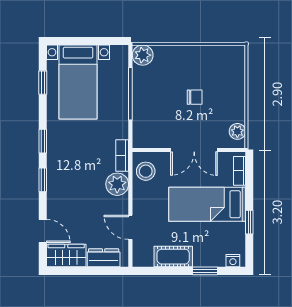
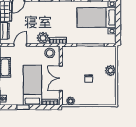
plant: (143, 55) -> (111, 70), moved

